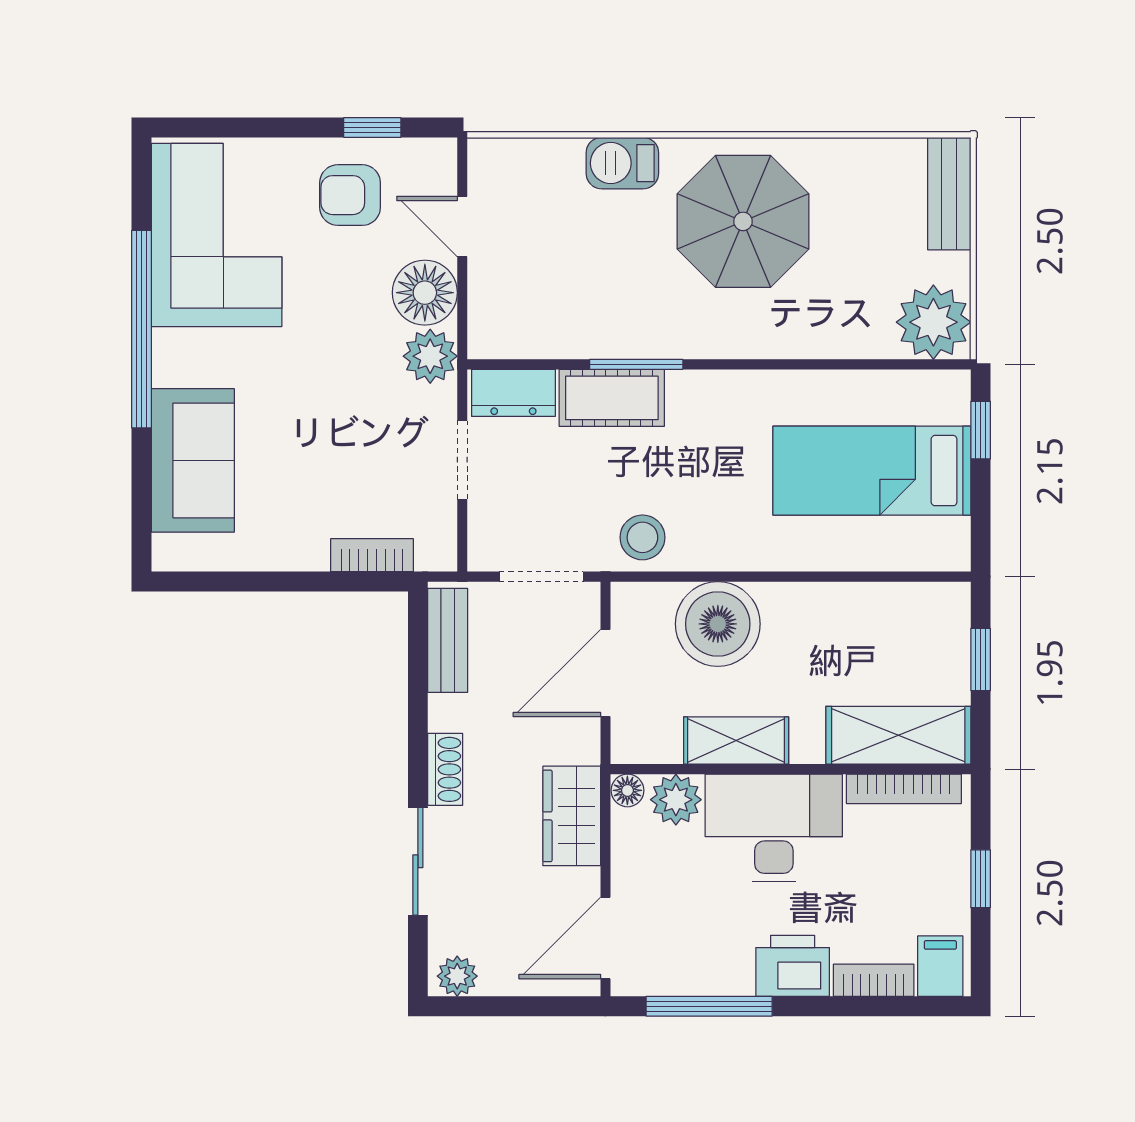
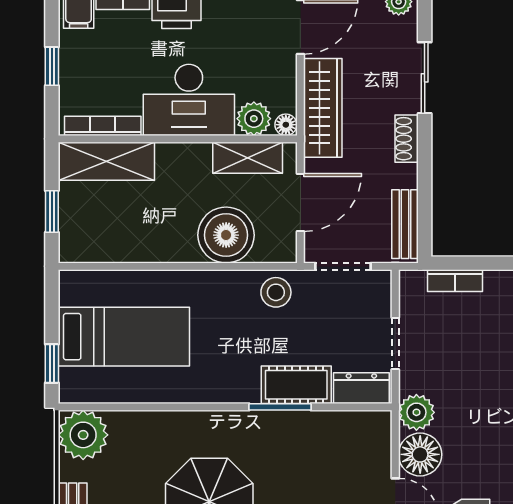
shelving: (736, 741) -> (248, 158), moved
wardrobe: (572, 816) -> (323, 108), width x1.50

